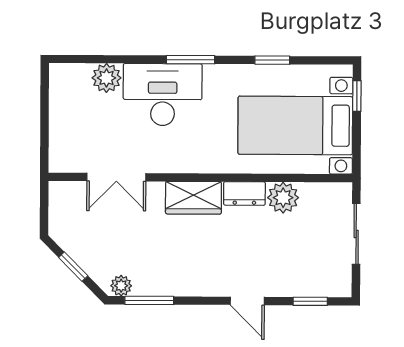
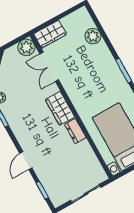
desk: (163, 95) -> (100, 67), removed
wardrobe: (64, 146) -> (50, 34), added
plant: (283, 198) -> (26, 47), moved

